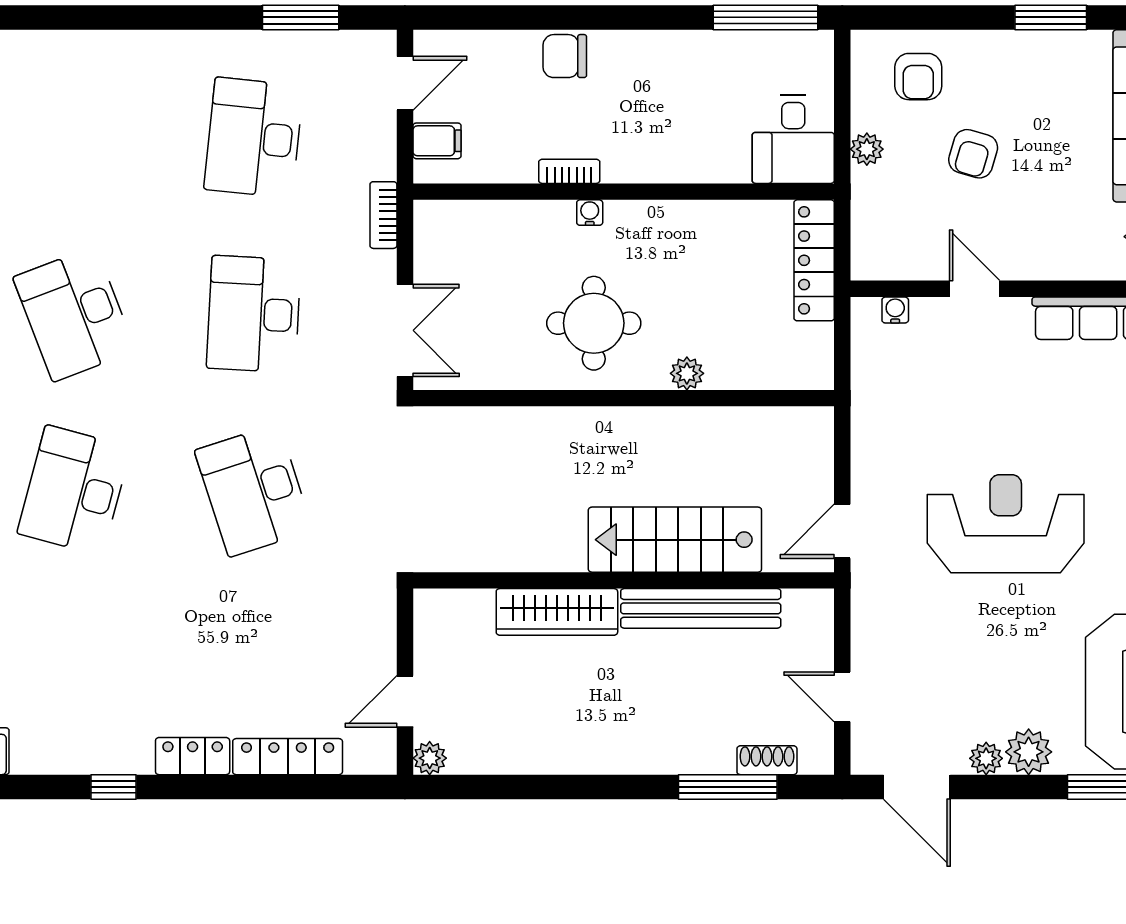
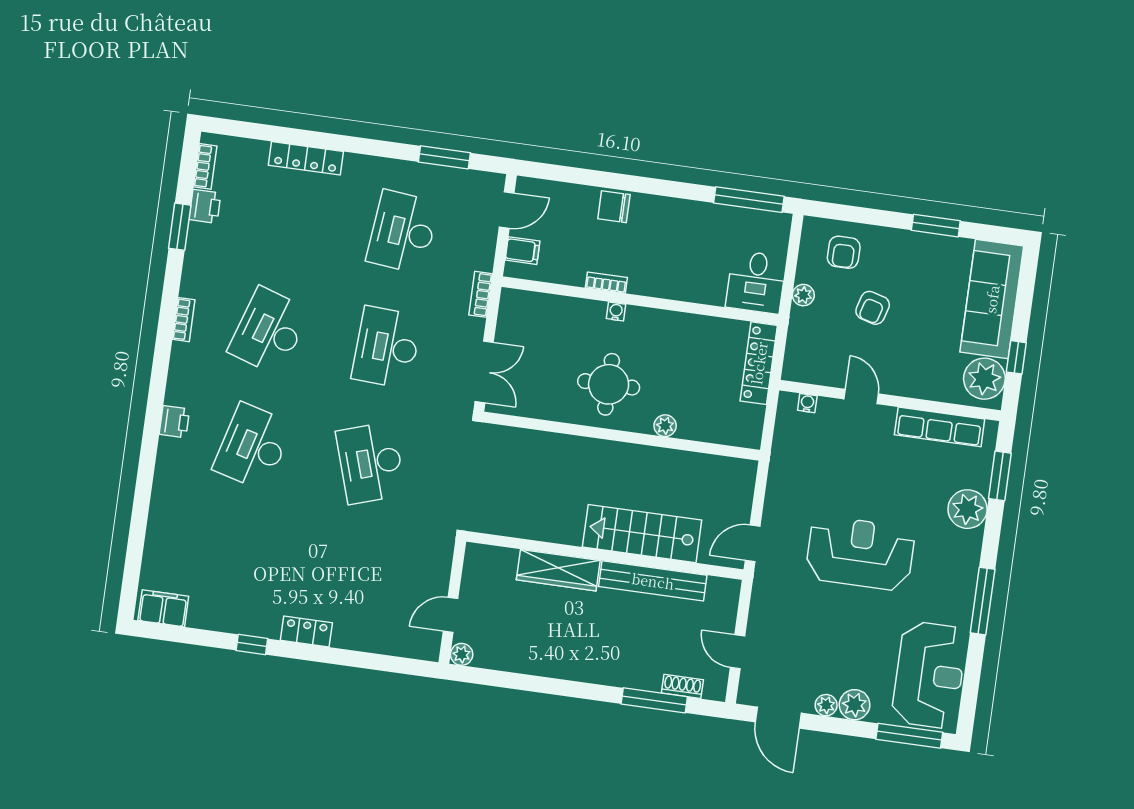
desk: (74, 314) -> (269, 331), turned 39
locker: (288, 757) -> (306, 158), moved, turned 180

